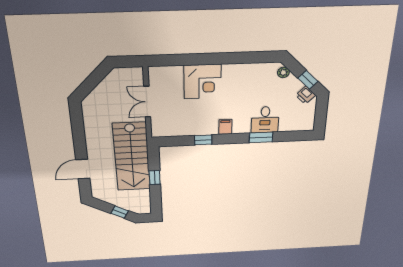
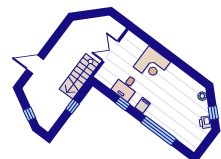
desk: (265, 120) -> (126, 87), moved
window: (261, 137) -> (159, 131), width x2.11
stairs: (132, 157) -> (79, 76), width x0.73, depth x0.66

